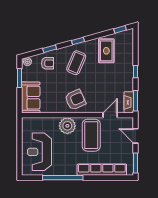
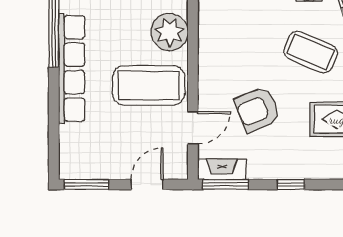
armchair: (75, 100) -> (258, 109), moved, turned 92
door: (110, 115) -> (193, 128), hinge flipped
row of seats: (102, 170) -> (72, 68), moved

